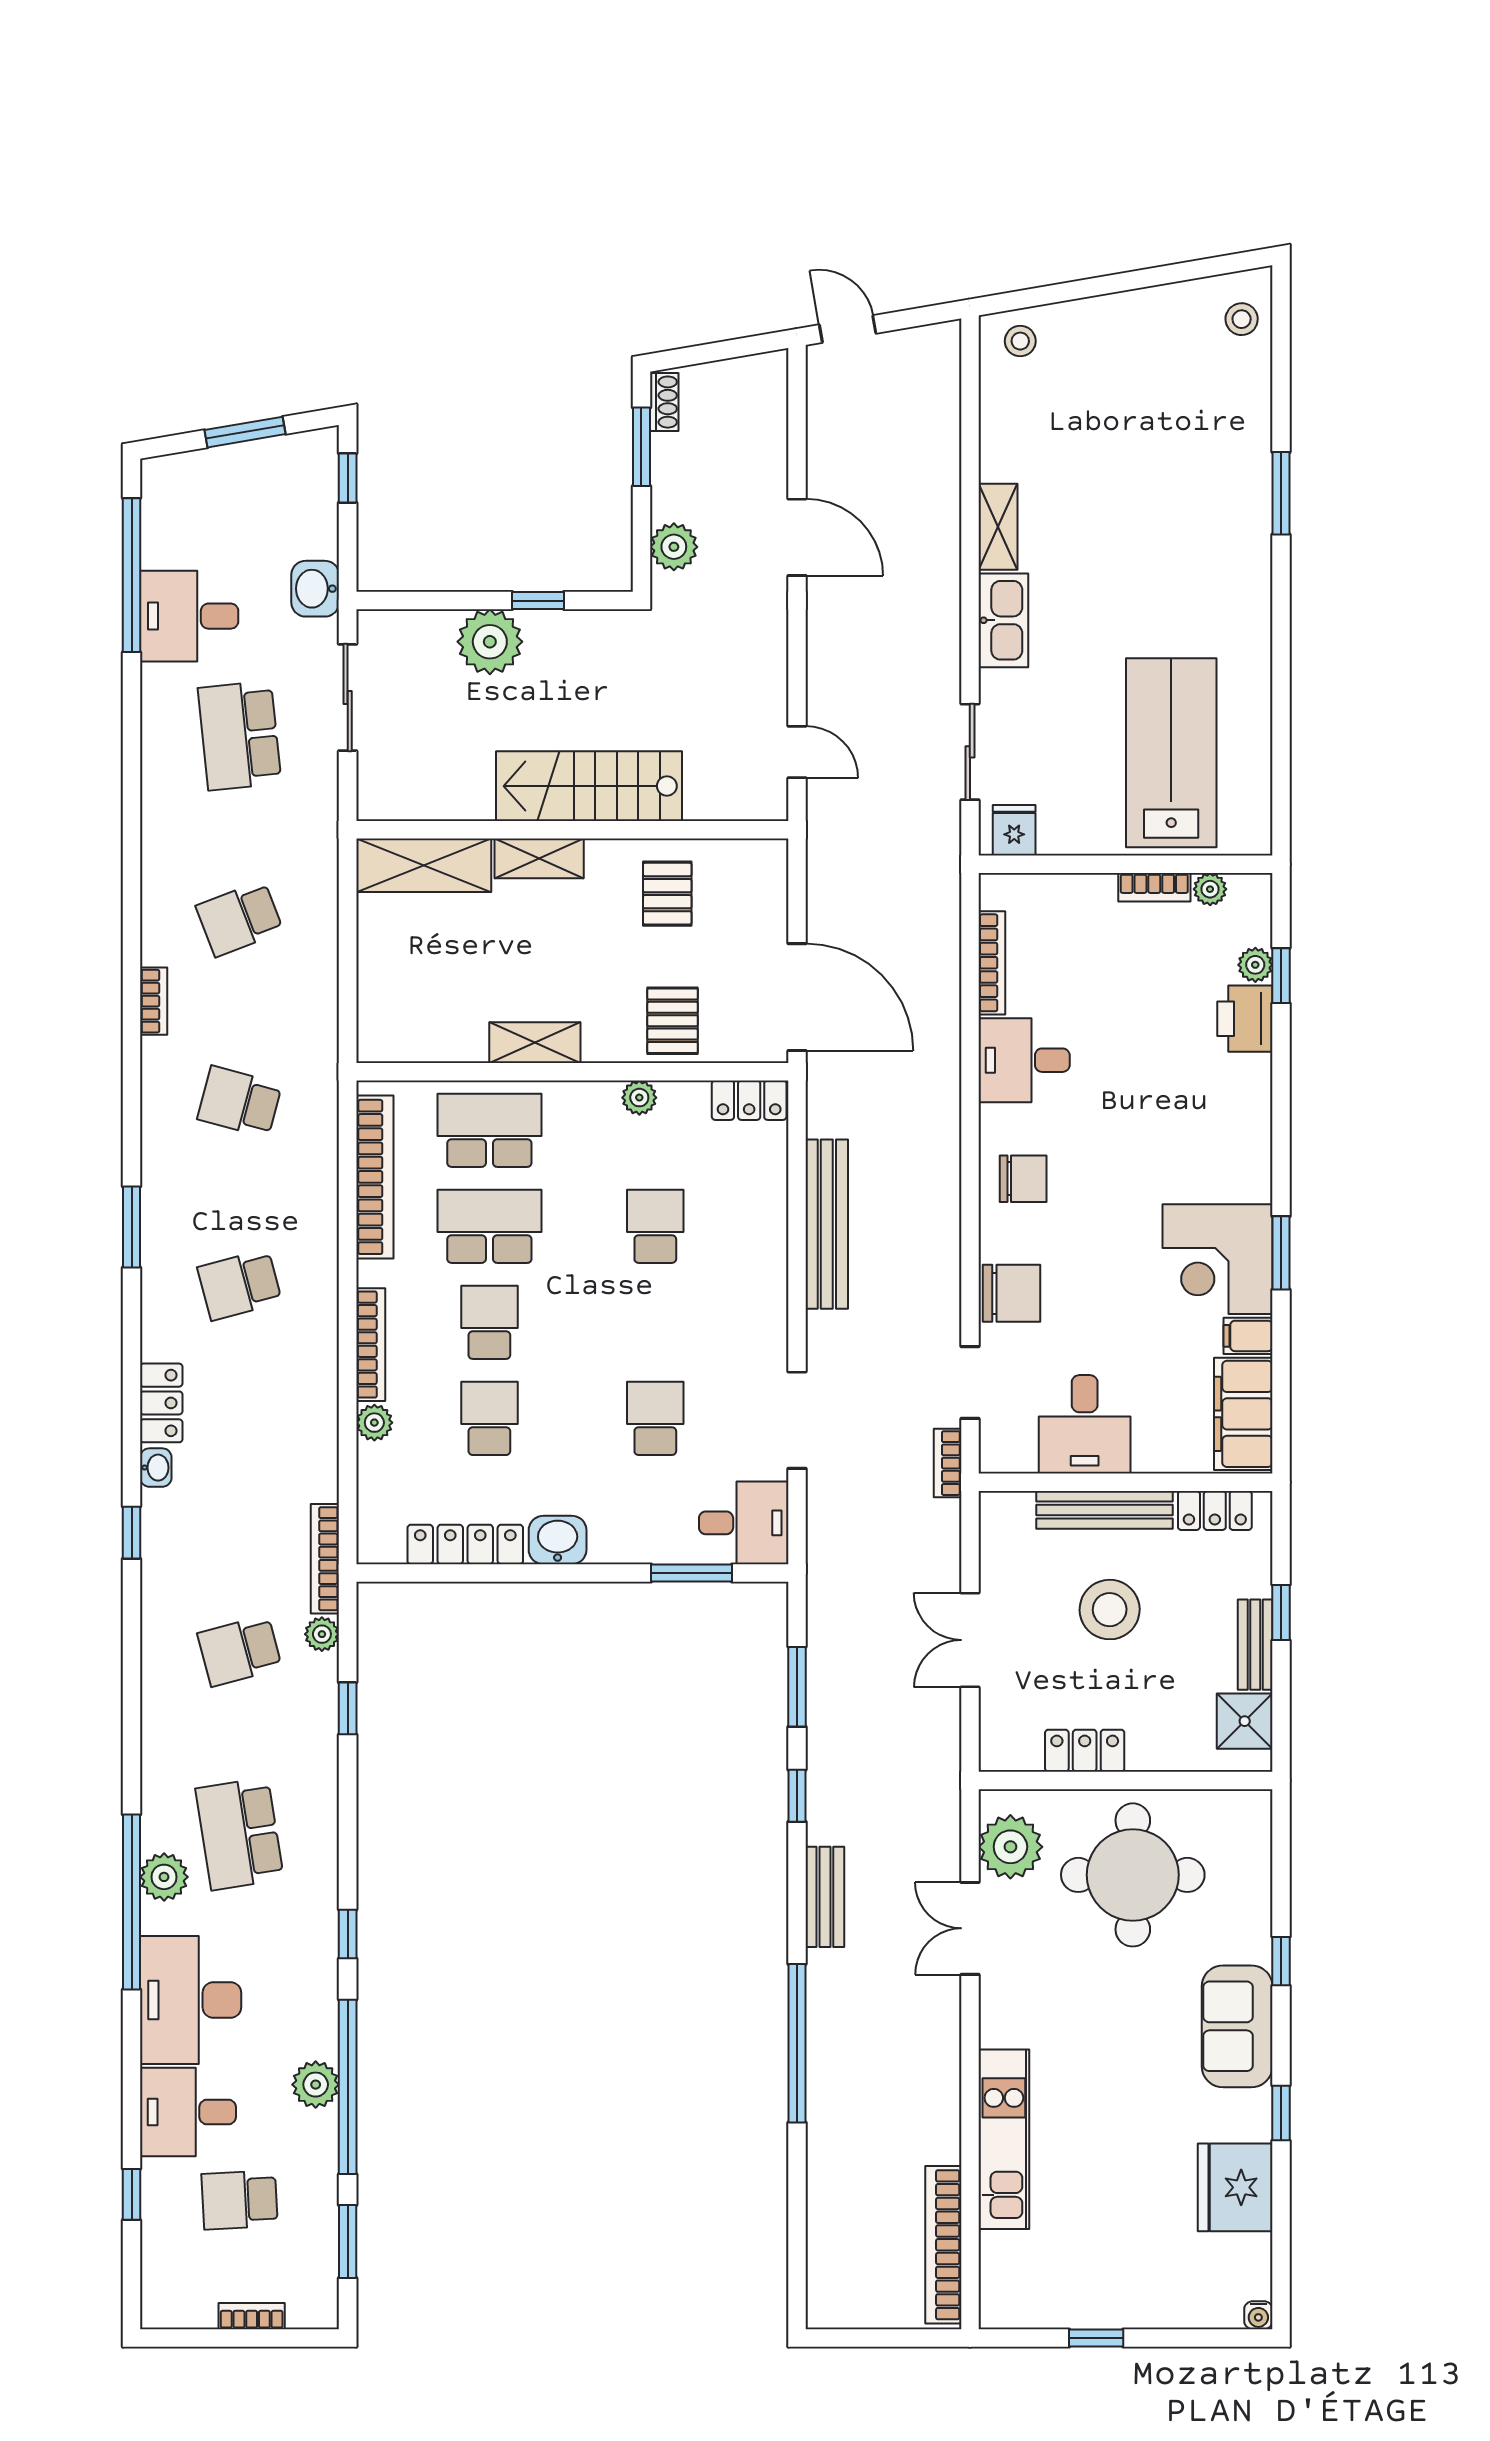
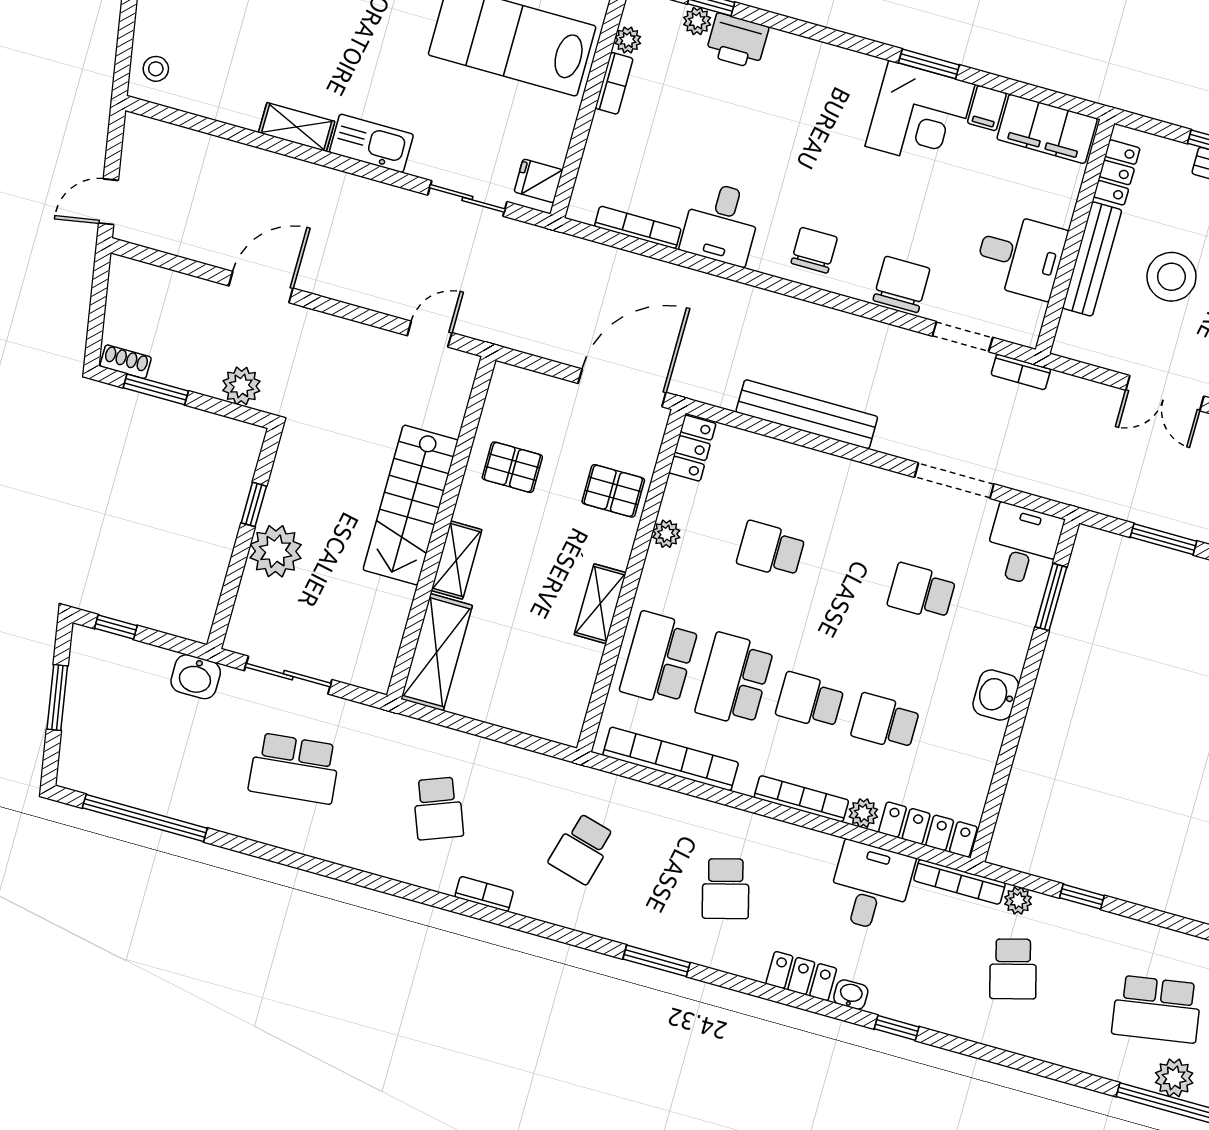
desk: (189, 616) -> (870, 886), moved, turned 180
locker: (465, 1544) -> (928, 830), moved, turned 90

